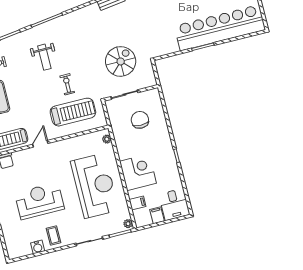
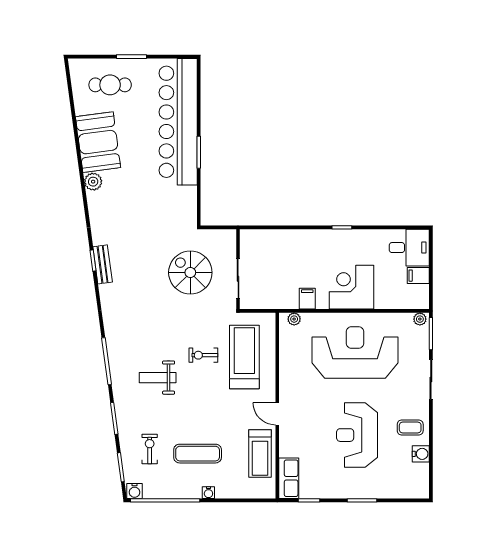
weight bench: (44, 57) -> (158, 378), turned 180
chair: (140, 120) -> (279, 266), removed
filing cabinet: (137, 203) -> (307, 299), moved

